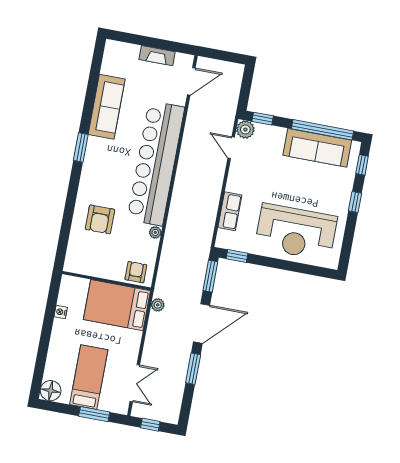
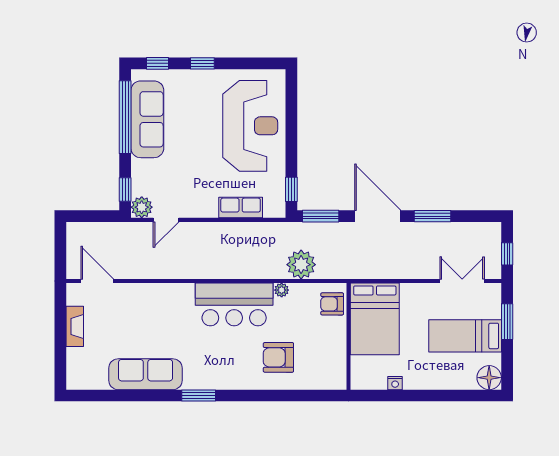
bar counter: (156, 163) -> (234, 304), width x0.54
armchair: (100, 219) -> (278, 357), turned 180
plant: (158, 305) -> (301, 265), moved, width x1.88, depth x1.88

